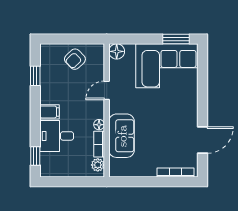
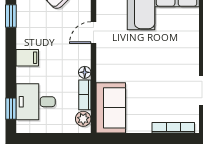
desk: (57, 136) -> (36, 102), moved
sofa: (122, 136) -> (111, 108), moved

